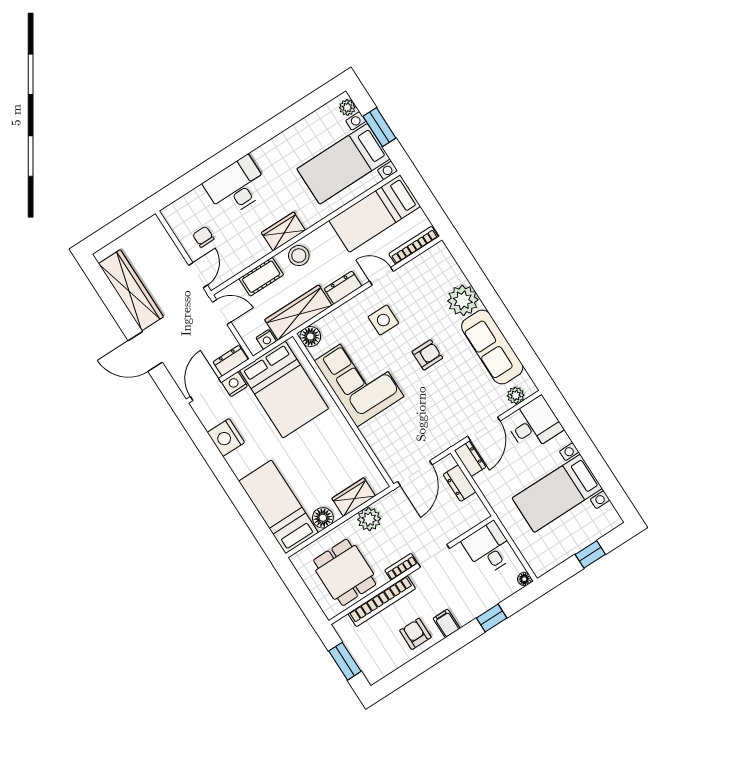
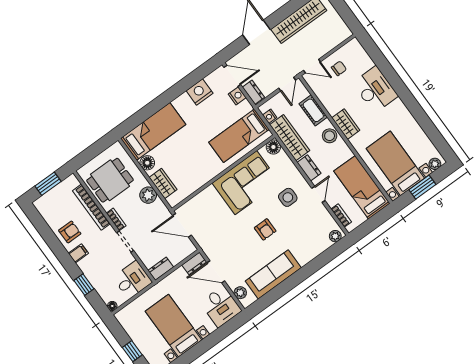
bookcase: (414, 245) -> (341, 216), width x0.64
plant: (463, 300) -> (335, 236), moved, width x0.53, depth x0.53
bed: (284, 390) -> (239, 136), width x0.67
dresser: (460, 483) -> (161, 269), moved

